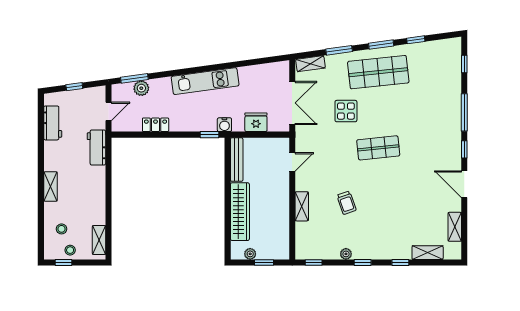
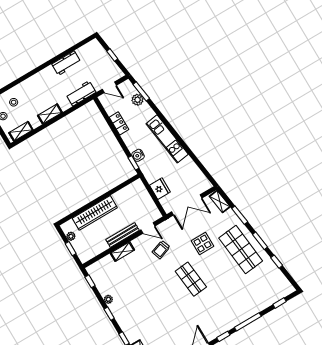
workbench: (53, 123) -> (66, 63), moved
water cooler: (224, 125) -> (138, 155), moved
bench: (237, 160) -> (123, 235), moved
shelving: (51, 187) -> (50, 114), moved
trolley: (346, 203) -> (161, 250), moved

